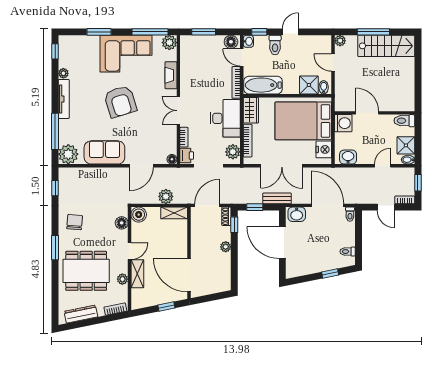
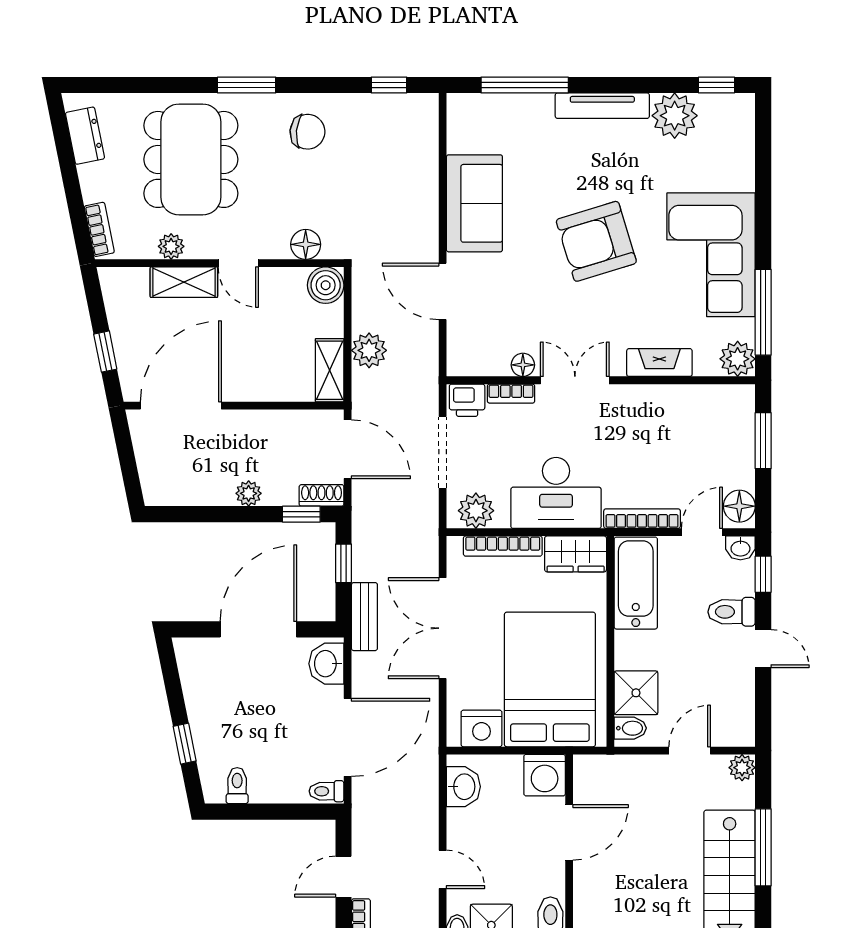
window: (99, 32) -> (763, 190), removed
plant: (63, 73) -> (675, 116), width x1.88, depth x1.88
plant: (68, 154) -> (470, 117), removed
floor lamp: (172, 159) -> (523, 365), moved
dresser: (81, 314) -> (85, 136), width x0.70

